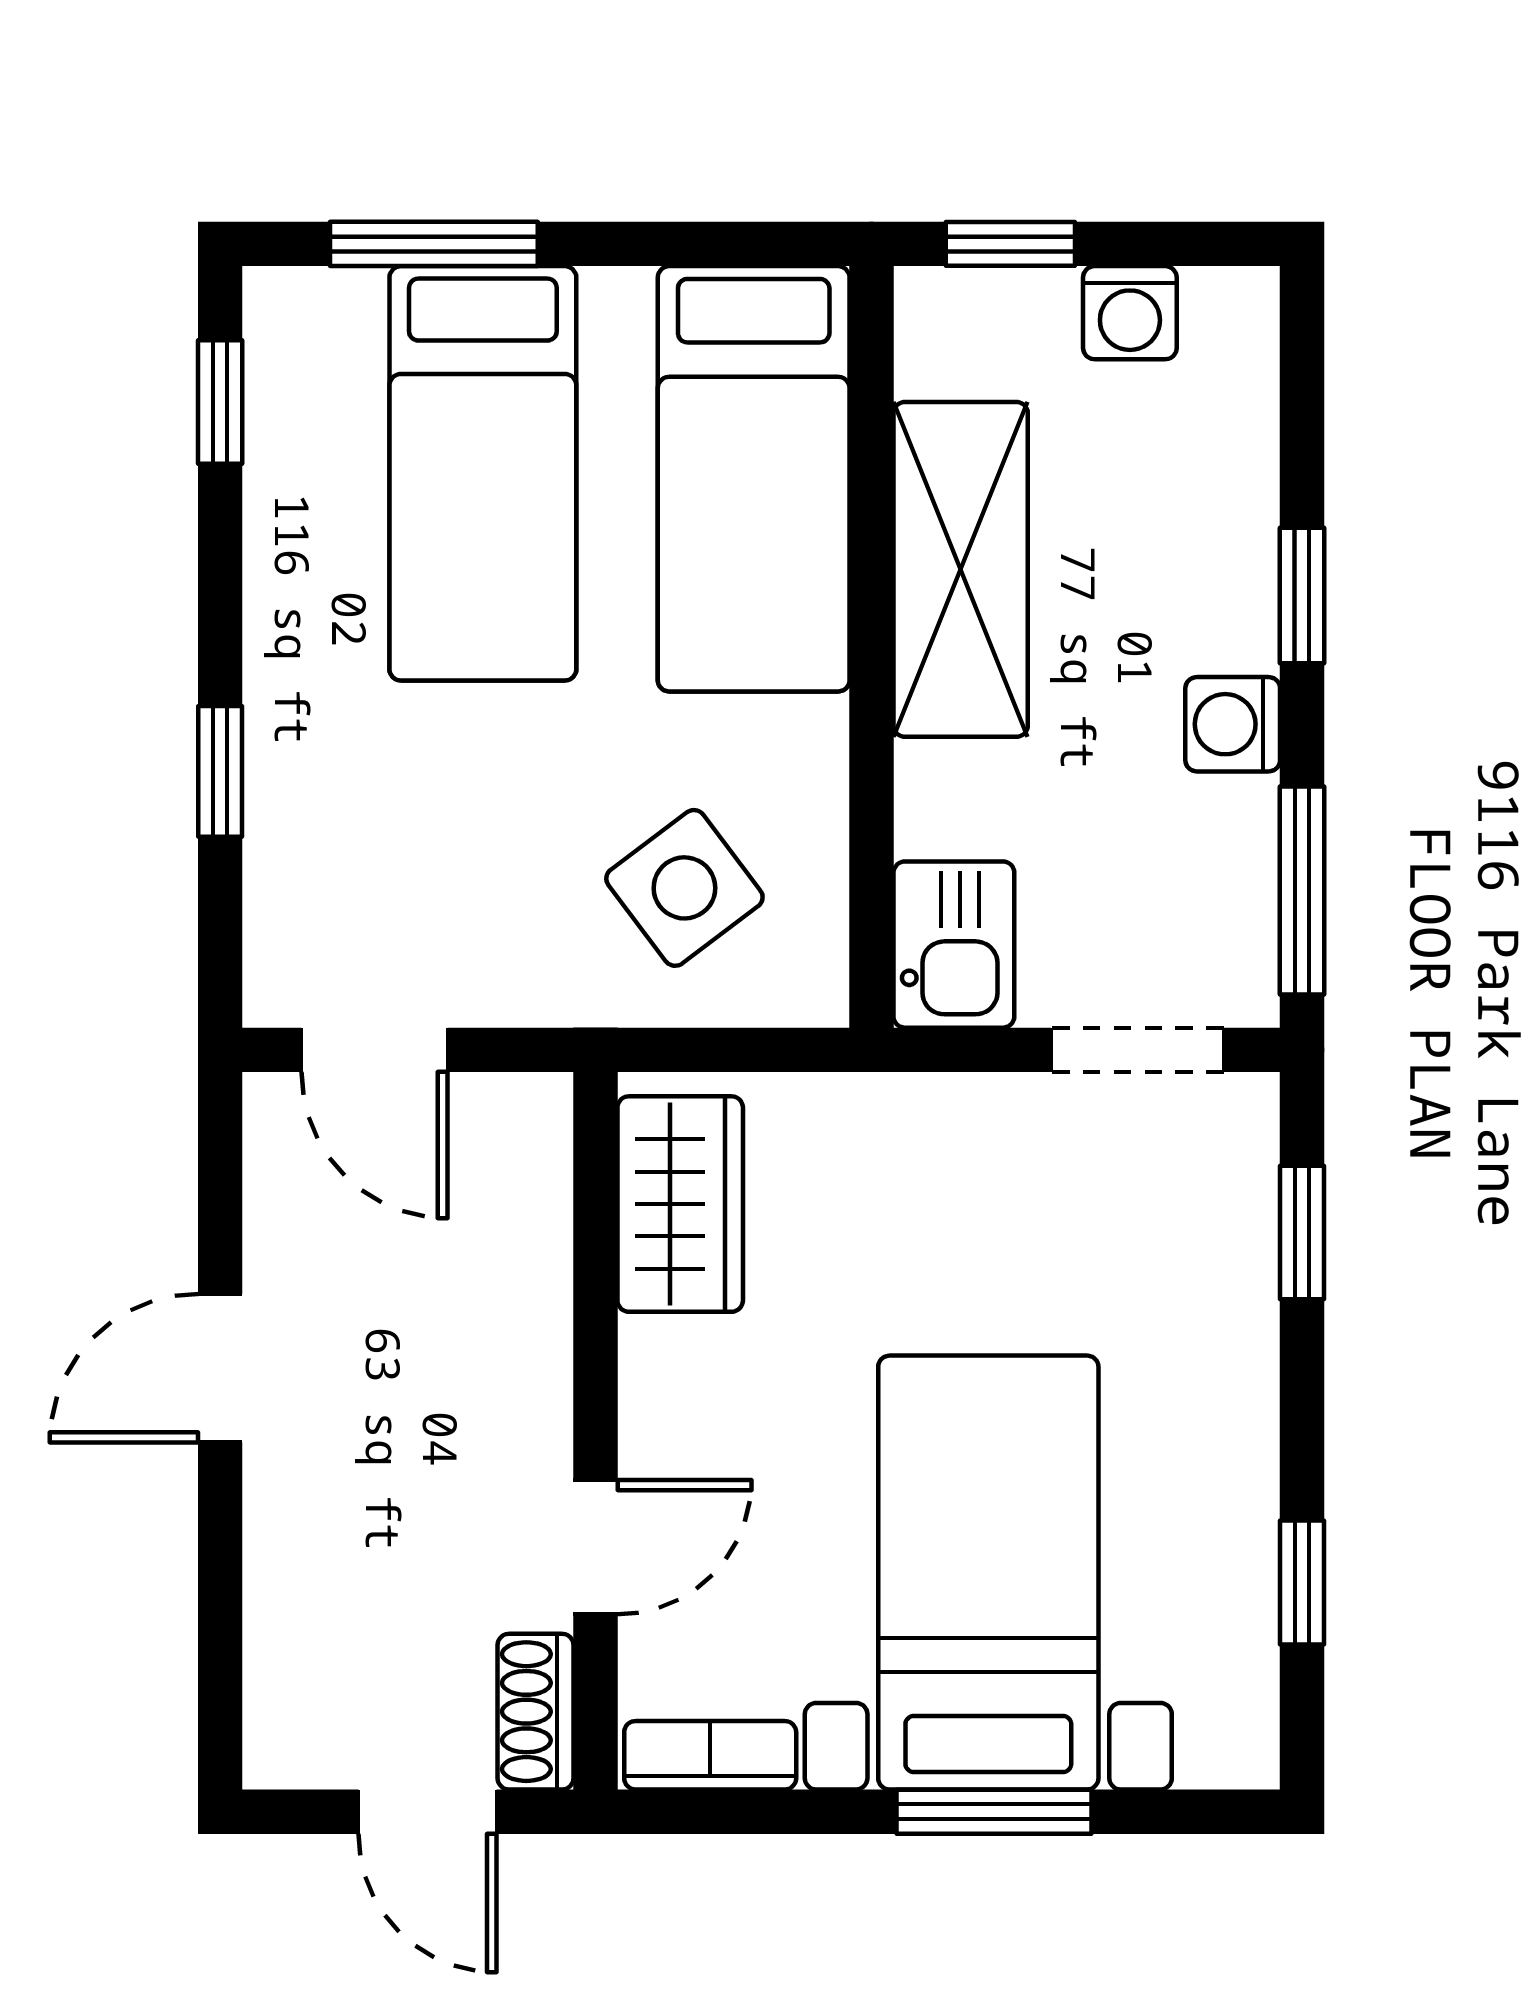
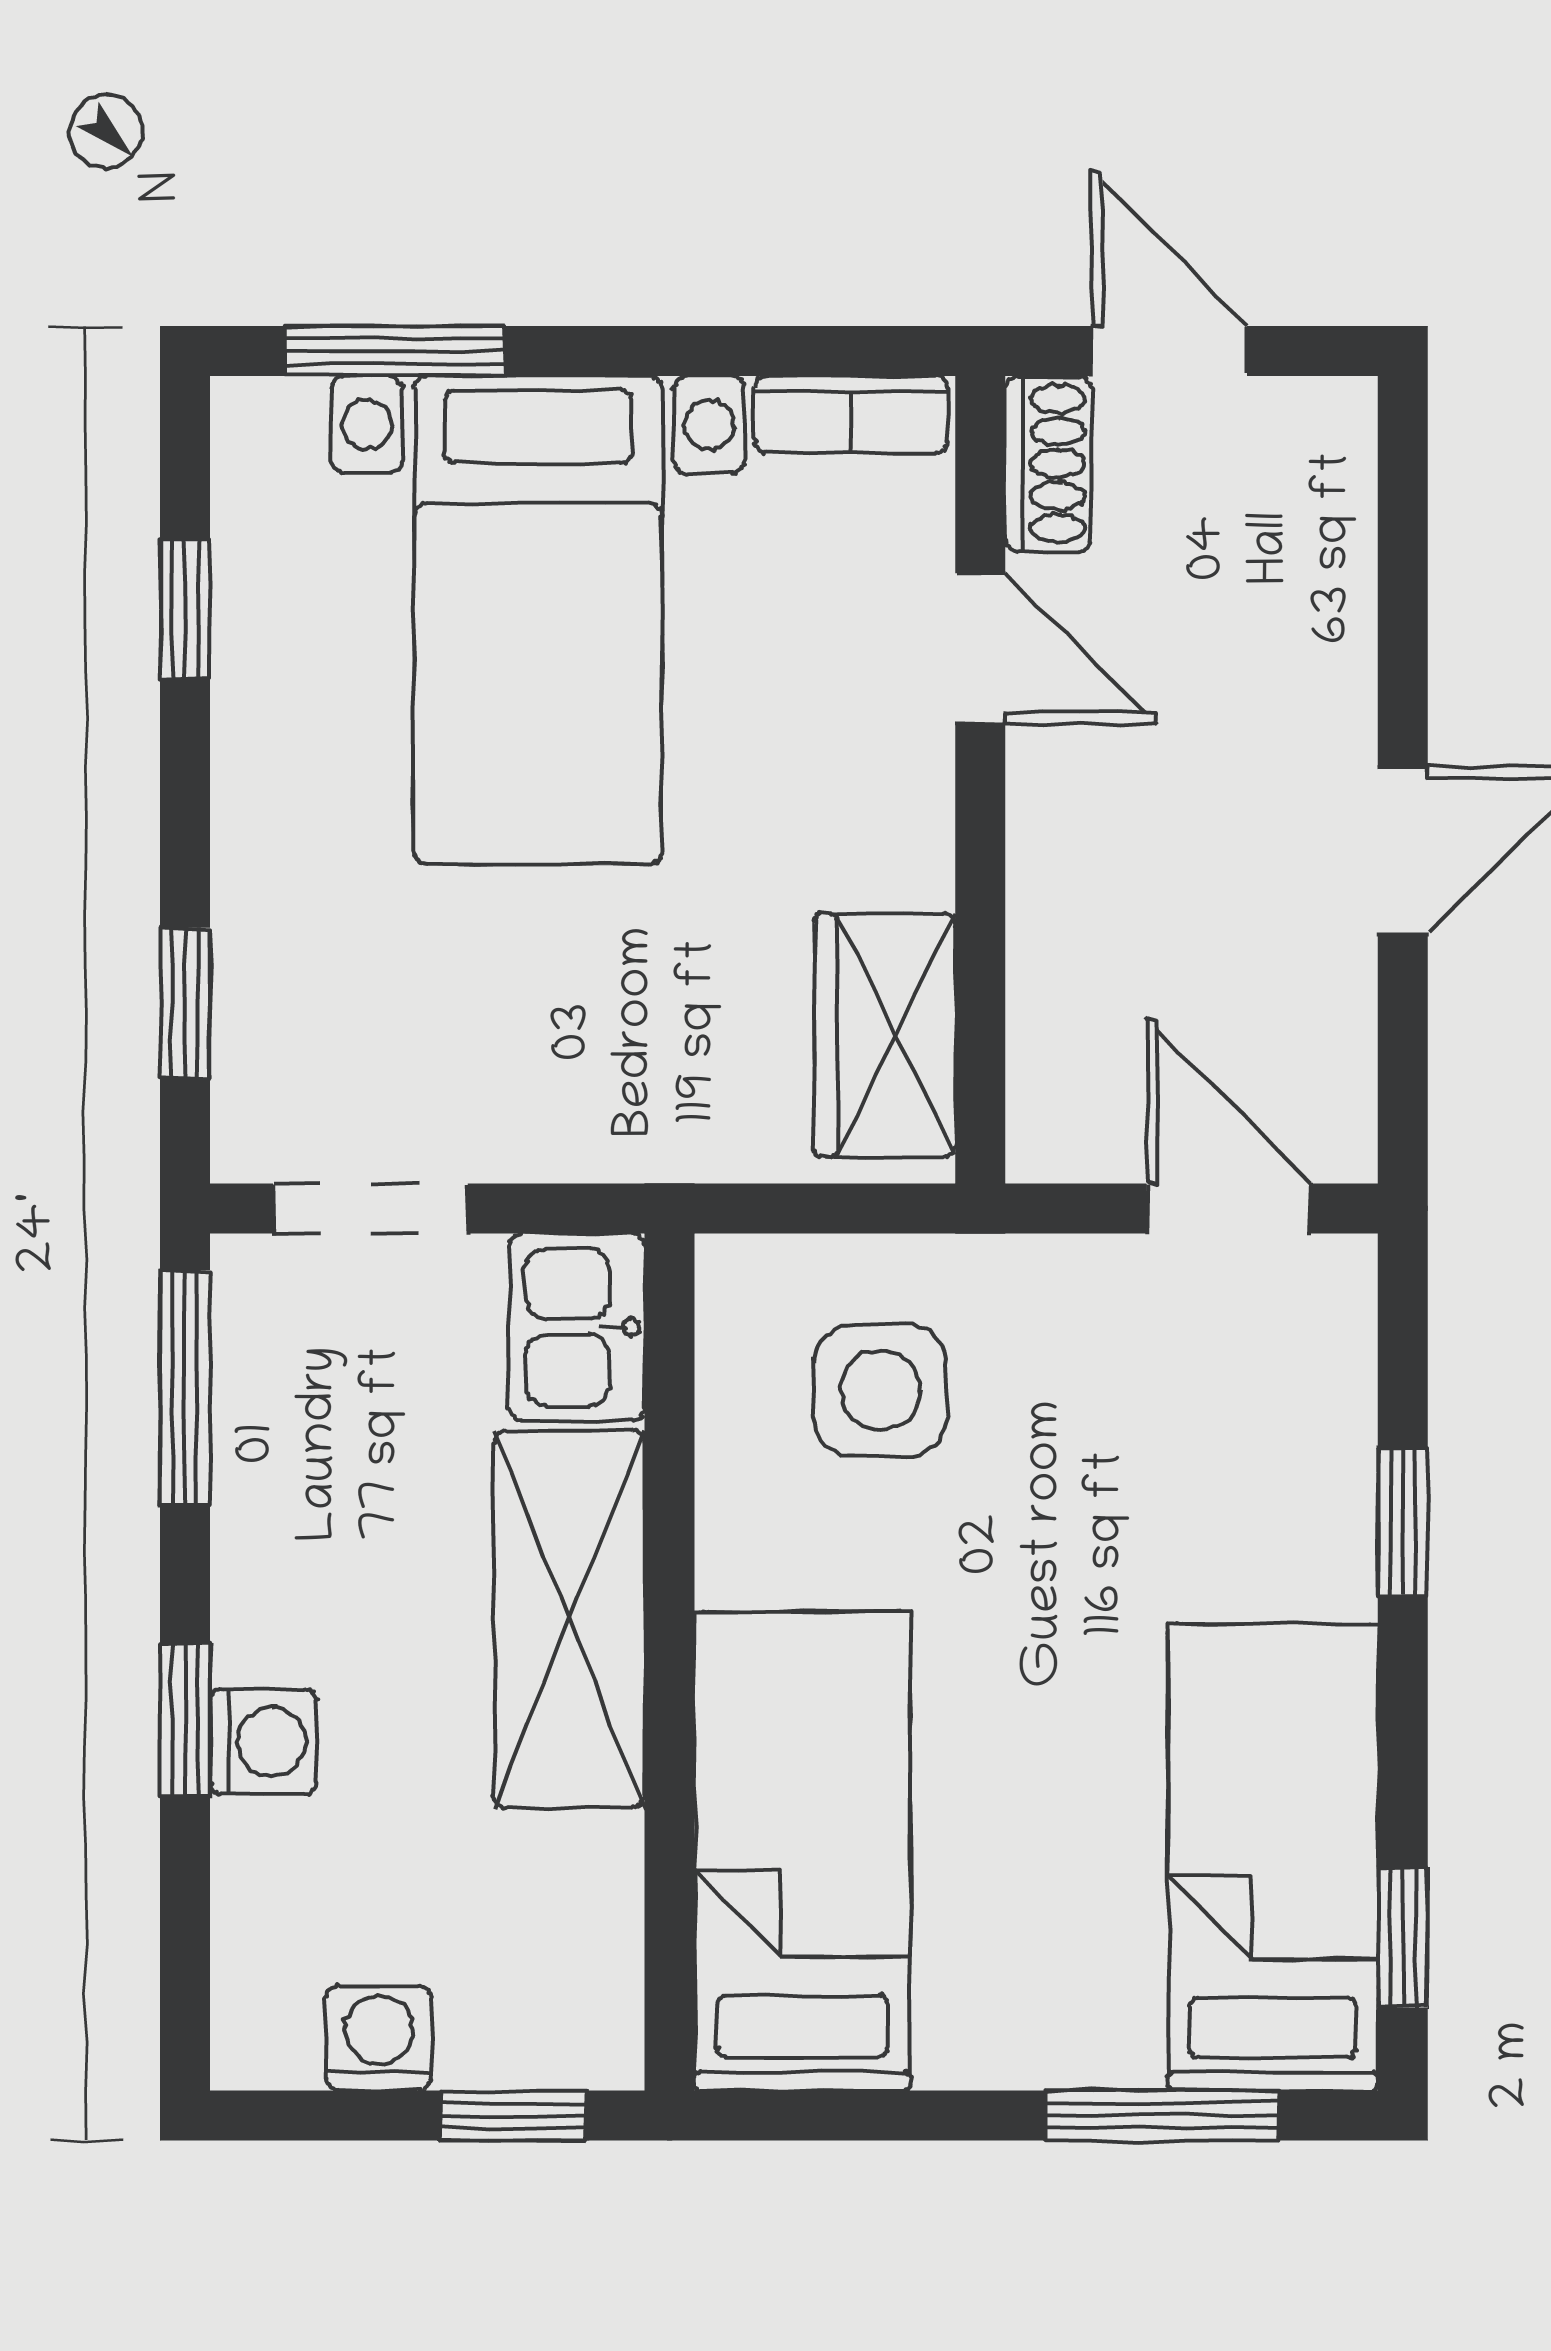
bed: (483, 473) -> (1273, 1857), moved
shelving: (961, 569) -> (569, 1619), moved
washing machine: (1233, 724) -> (263, 1741), moved
side table: (684, 888) -> (880, 1391), turned 37
door: (595, 1547) -> (980, 649), swing flipped
window: (994, 1812) -> (395, 351), moved

